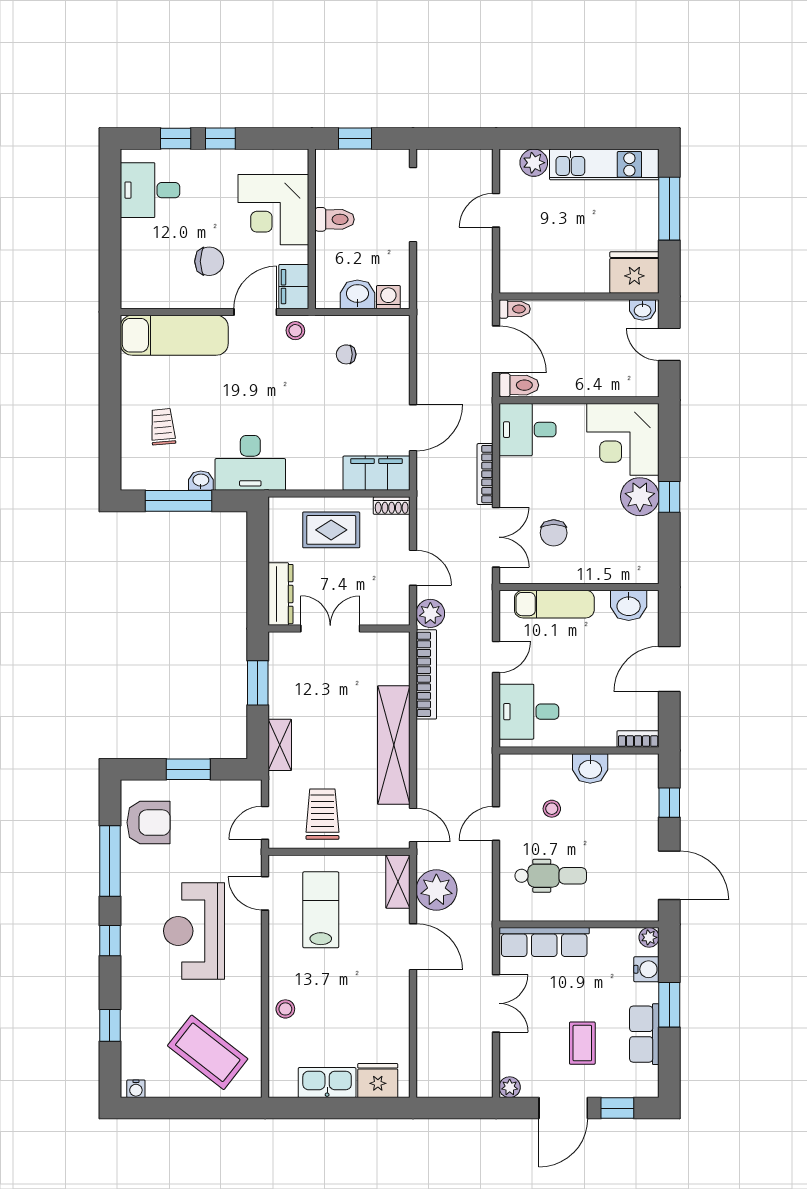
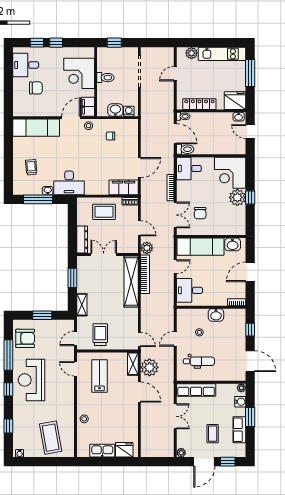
chair: (209, 261) -> (36, 88), moved
locker: (552, 281) -> (199, 104), added
exam couch: (554, 604) -> (200, 247), width x1.36, depth x1.45
shelving: (394, 745) -> (131, 281), moved
reception desk: (194, 931) -> (32, 380), moved
coffee table: (208, 1052) -> (51, 438), turned 42

